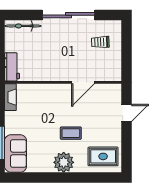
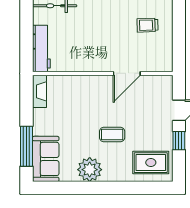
workbench: (12, 67) -> (41, 49), width x1.38
window: (126, 138) -> (179, 141), added
plant: (64, 162) -> (90, 170), moved

